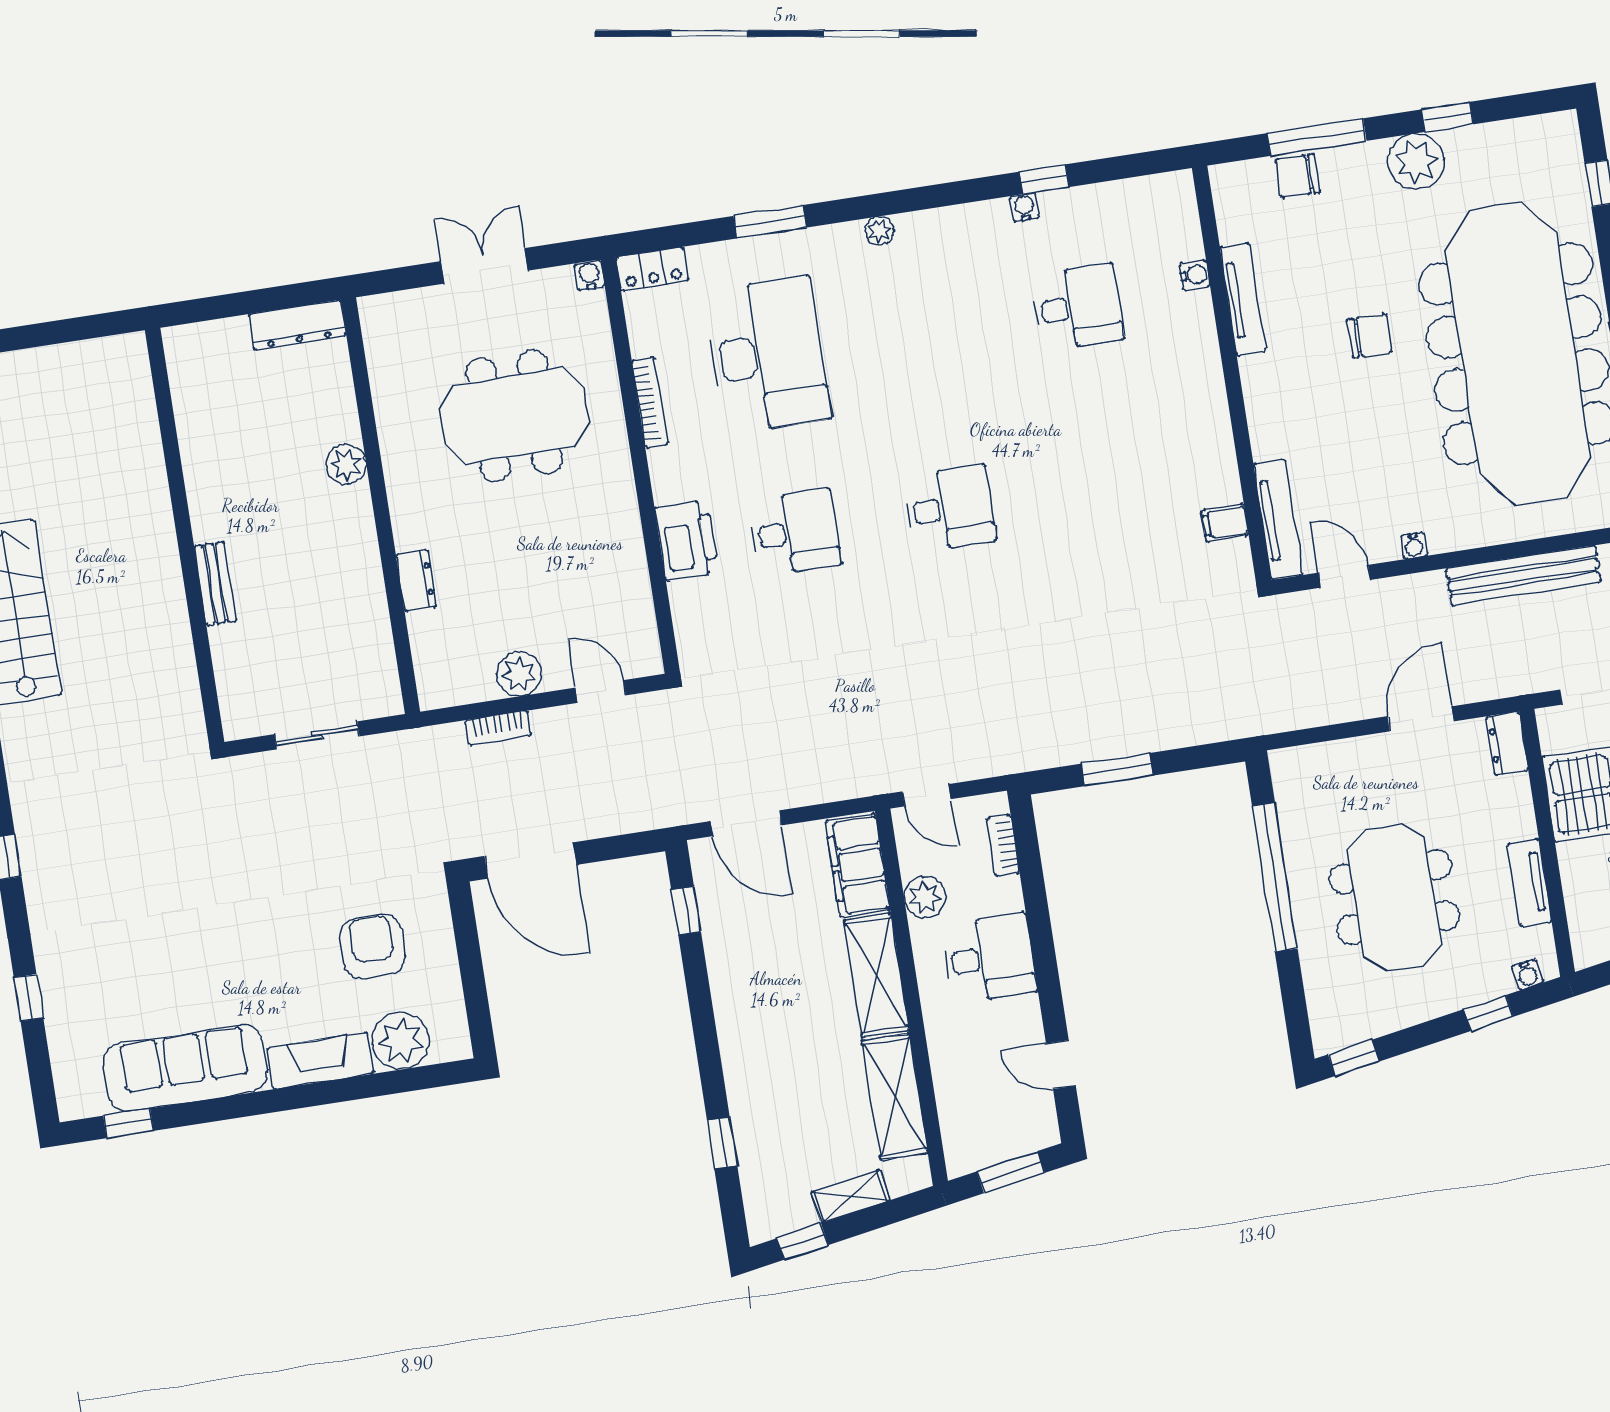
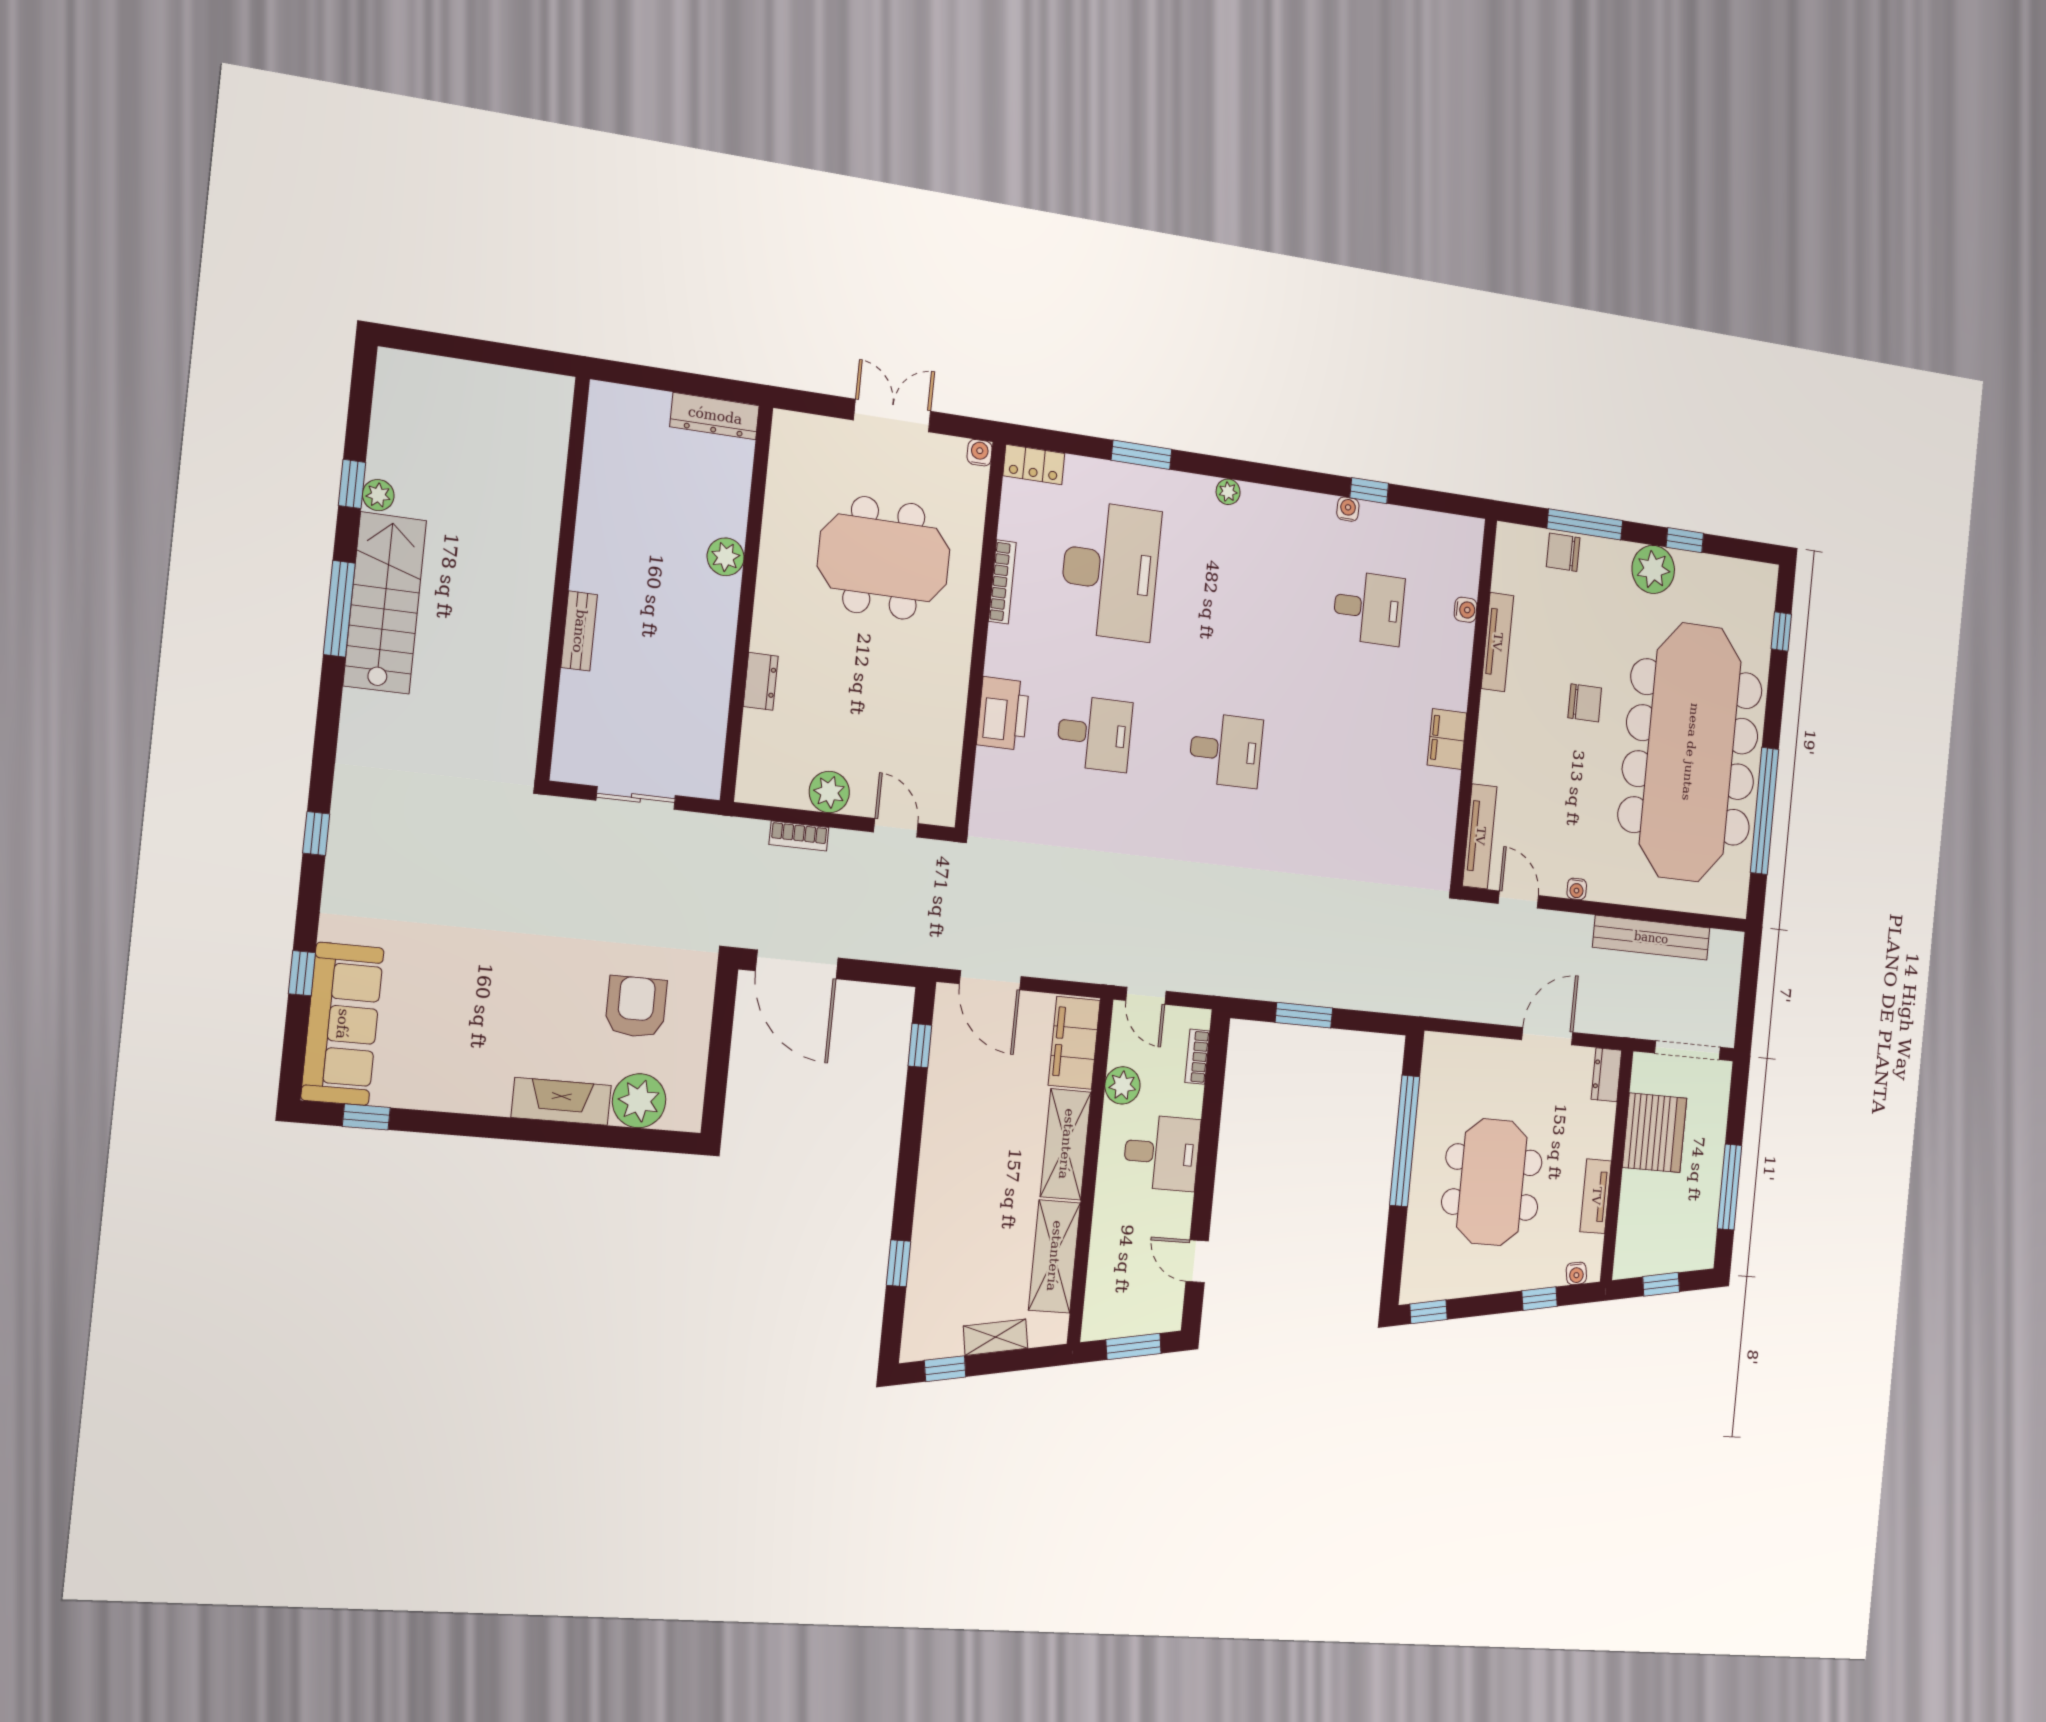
filing cabinet: (1225, 523) -> (1447, 739), moved, width x2.00
sofa: (185, 1068) -> (342, 1024), moved, turned 90

